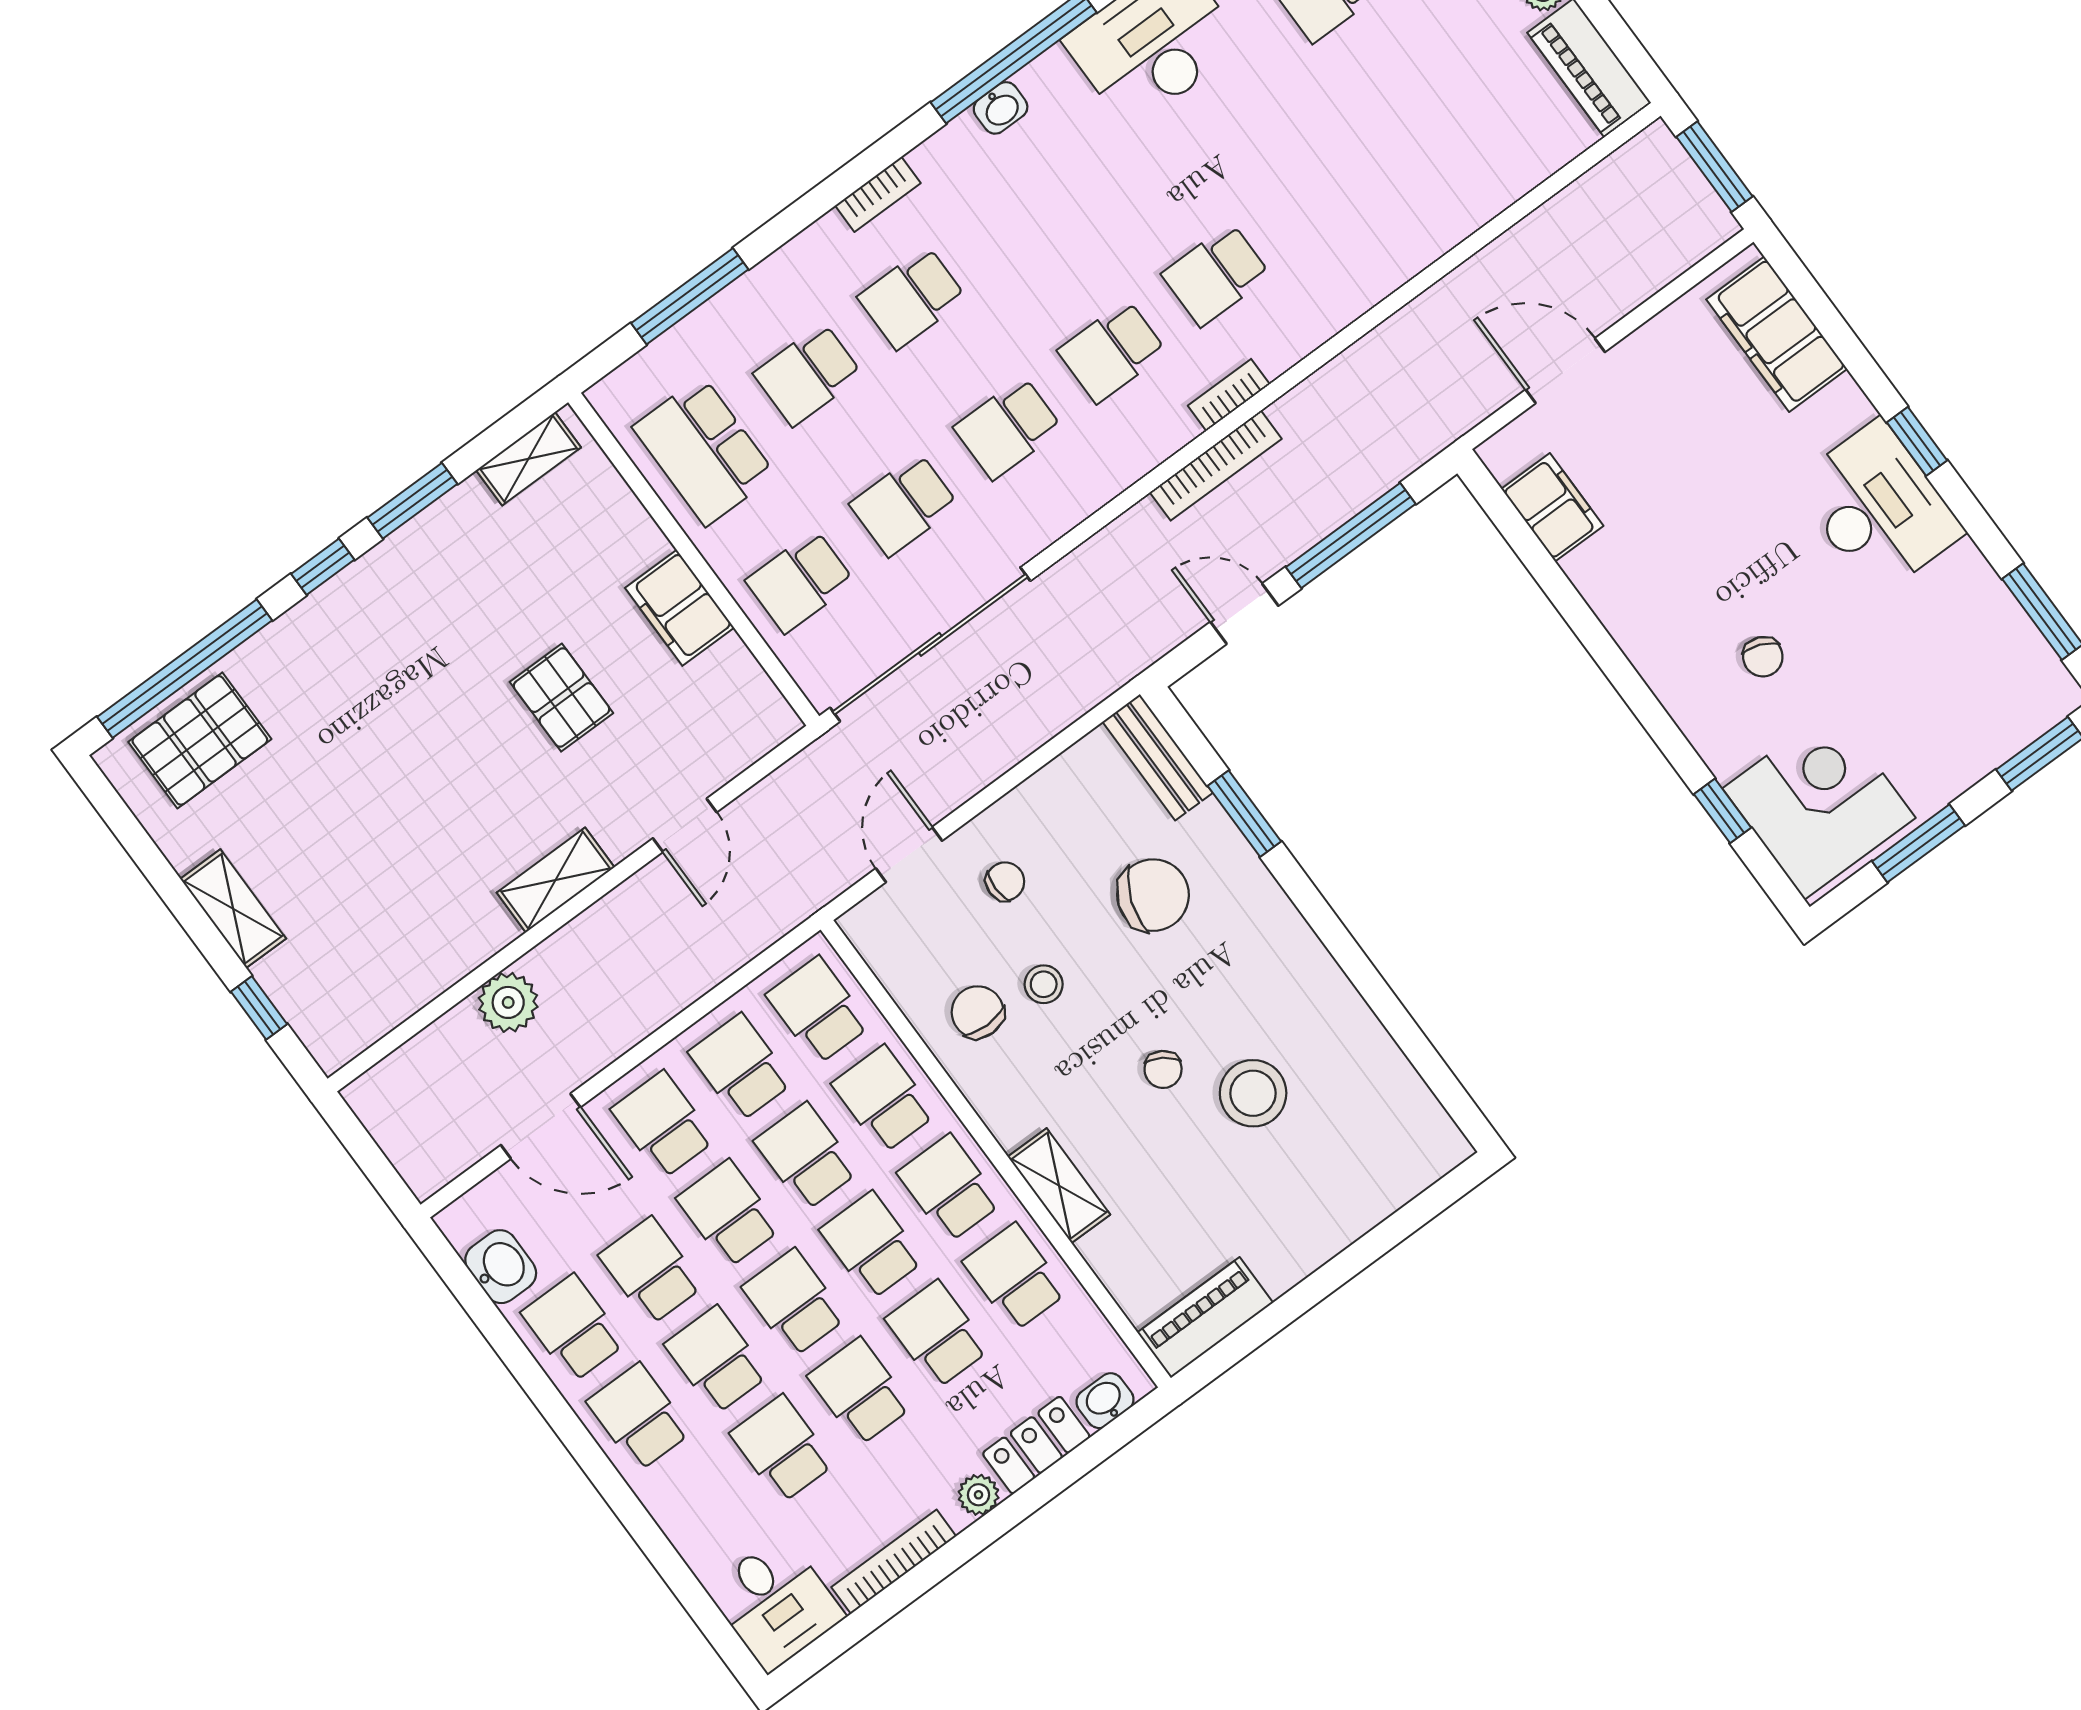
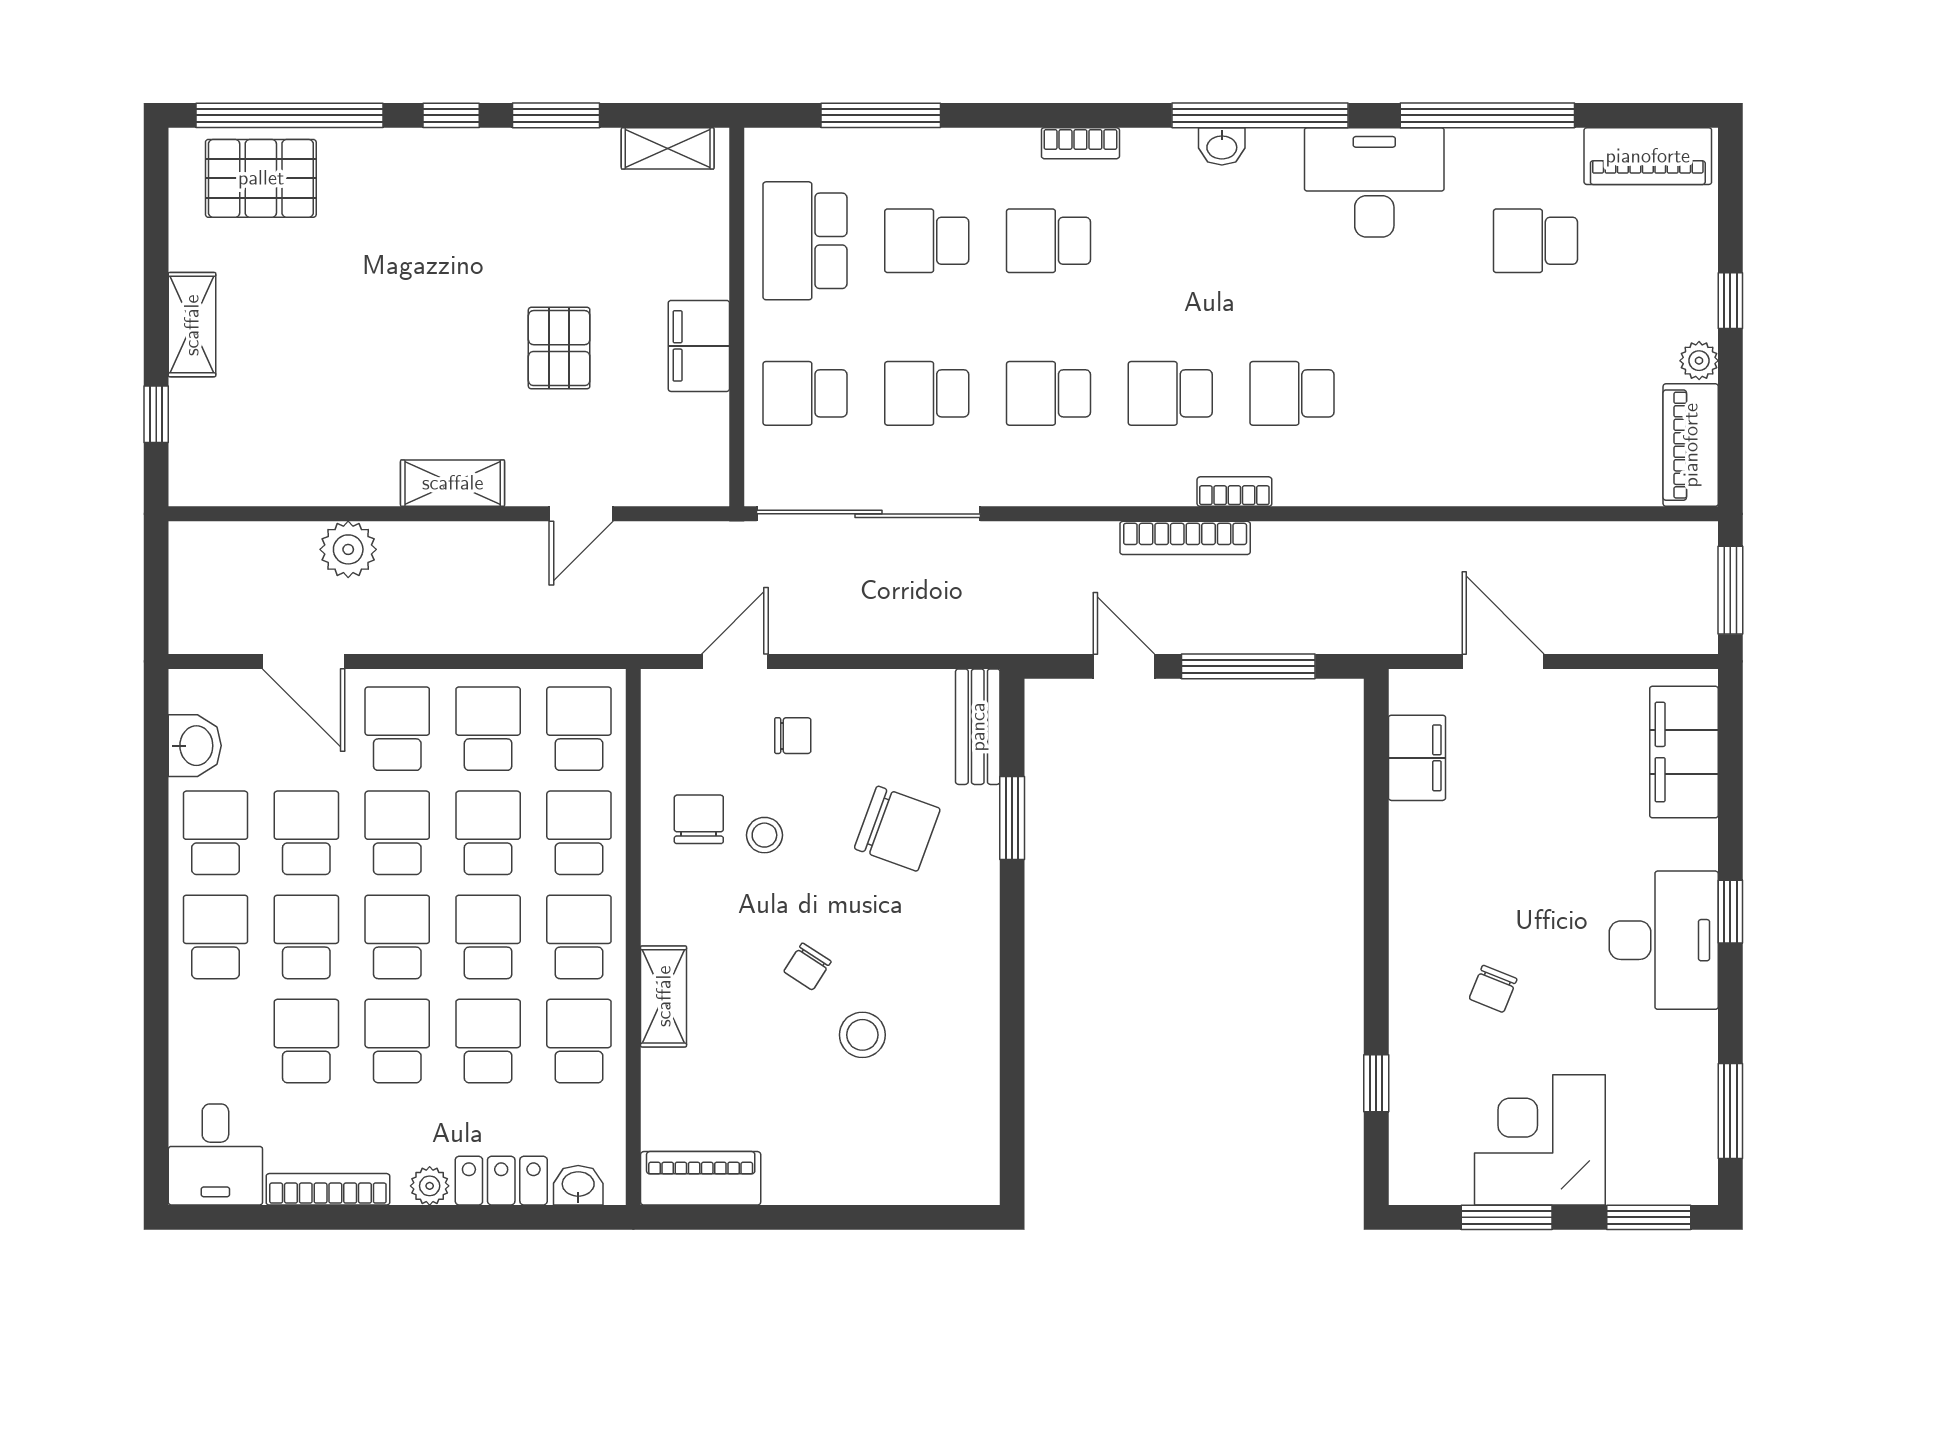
corner desk: (1819, 803) -> (1540, 1140), moved, turned -90
stool: (1253, 1093) -> (862, 1035), width x0.73, depth x0.73

